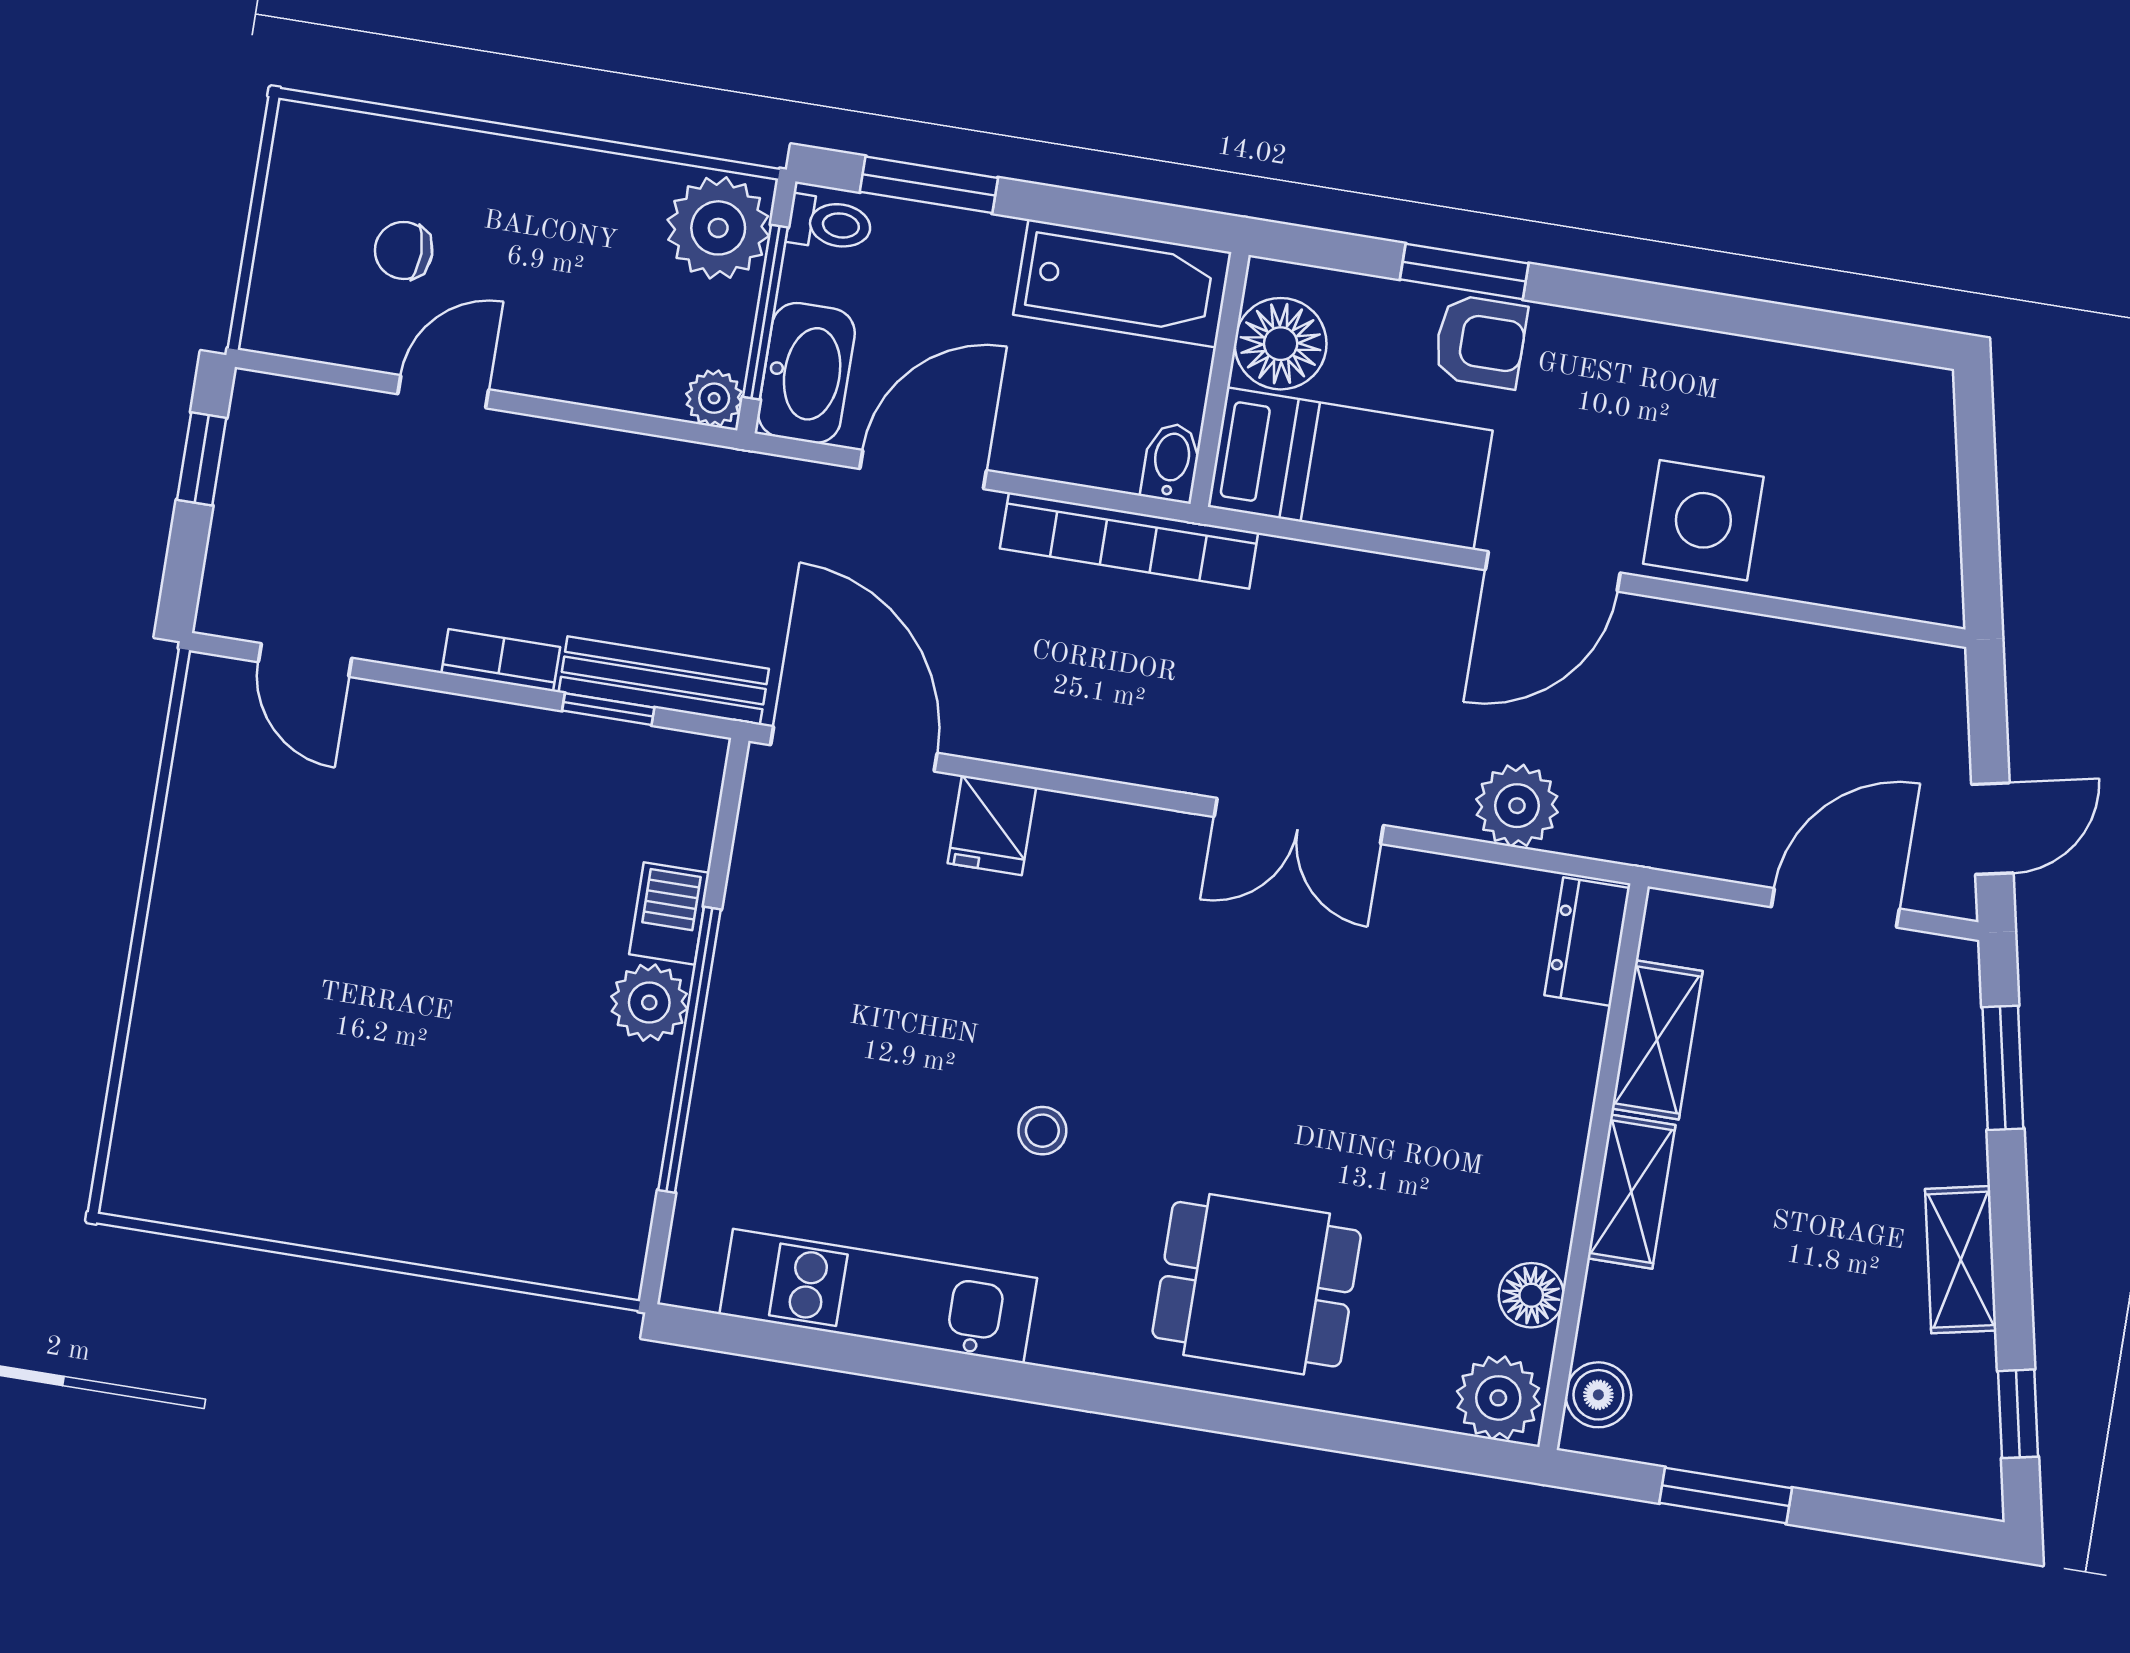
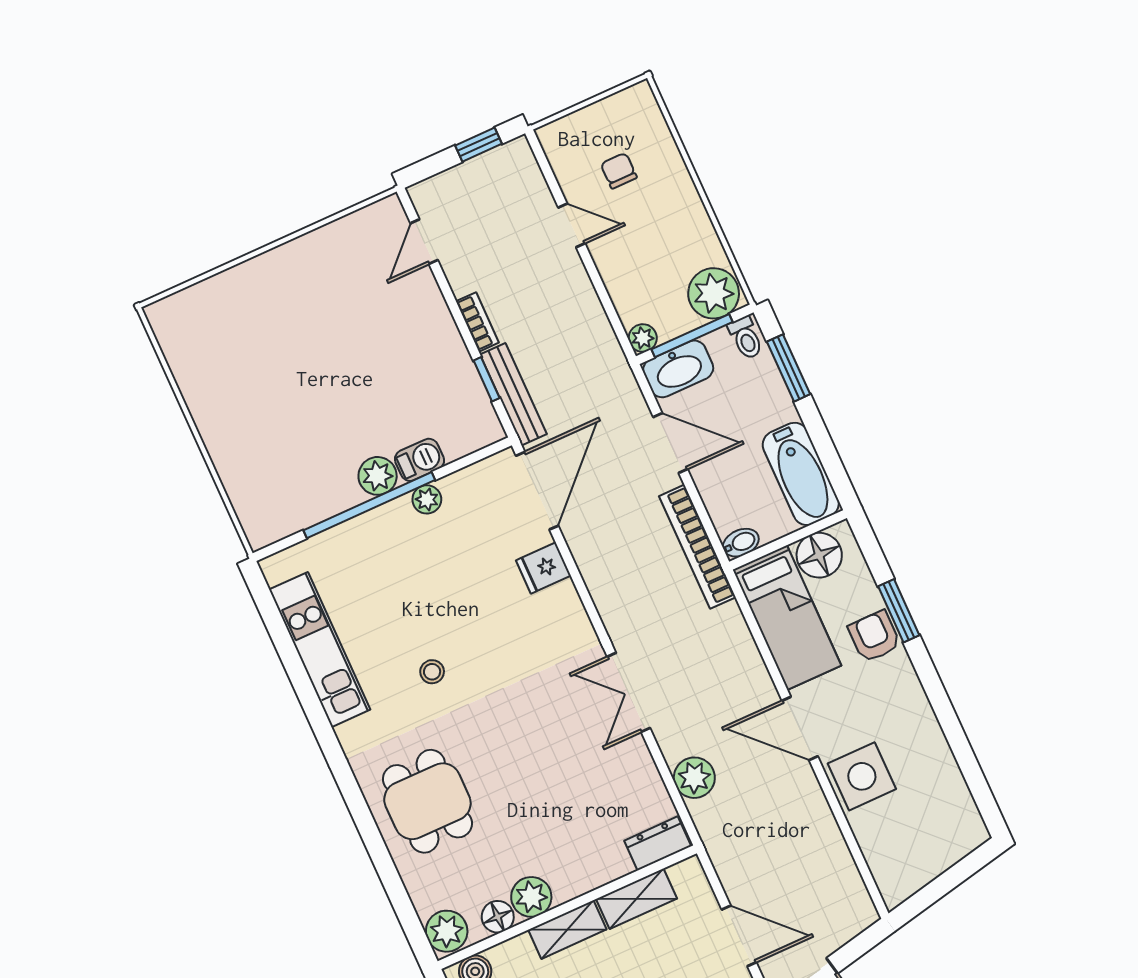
armchair: (1480, 342) -> (874, 636), turned 180
plant: (745, 946) -> (427, 499), added
plant: (1536, 1216) -> (531, 897), added

